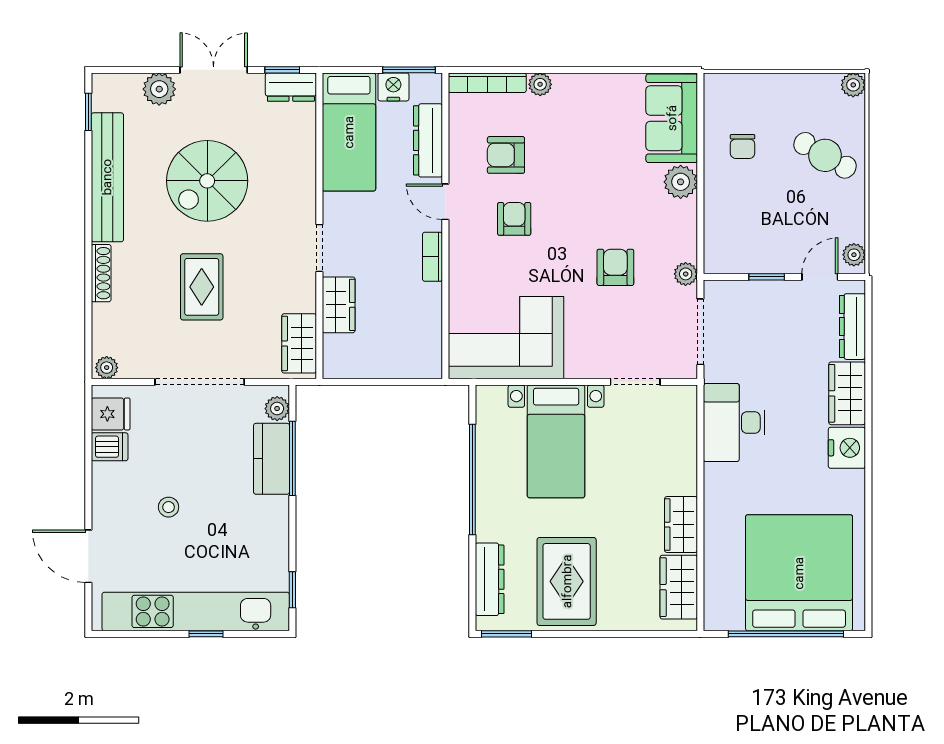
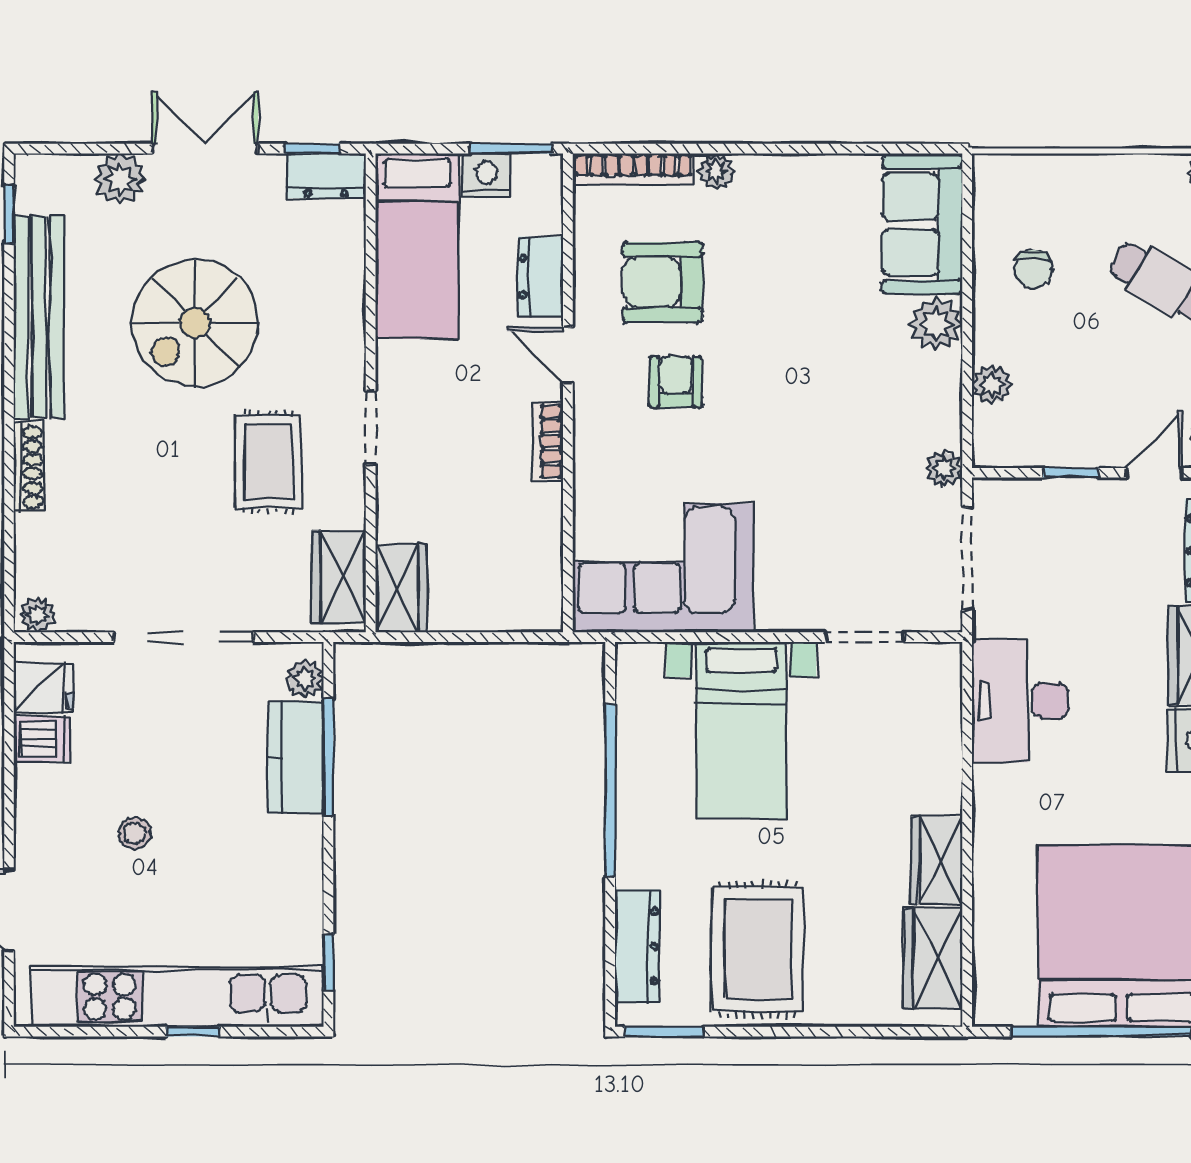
dresser: (428, 140) -> (541, 277), width x0.70
armchair: (506, 155) -> (663, 282), width x1.38, depth x1.38
plant: (716, 221) -> (992, 385), added
armchair: (615, 267) -> (834, 458), removed
rug: (202, 287) -> (268, 462), moved
wardrobe: (339, 305) -> (401, 588), moved

